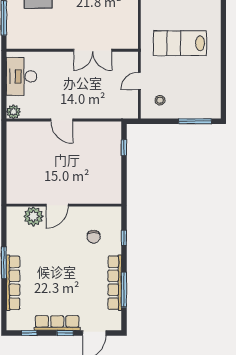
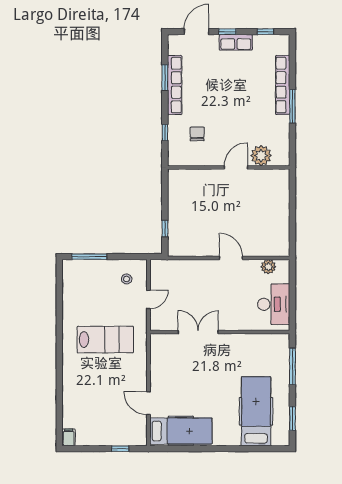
plant: (13, 112) -> (268, 267), moved
window: (124, 290) -> (165, 78), width x0.69
row of seats: (57, 323) -> (236, 42), width x0.68

